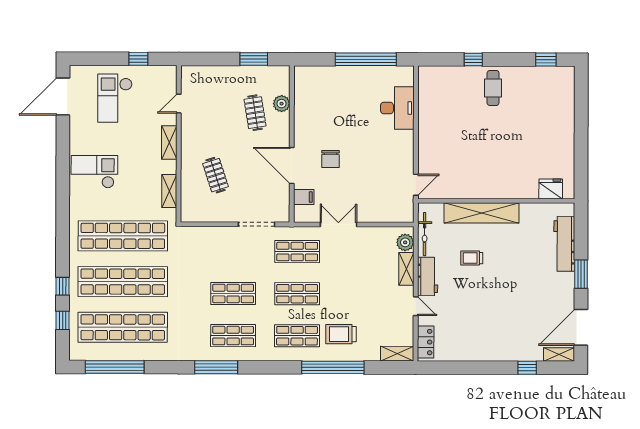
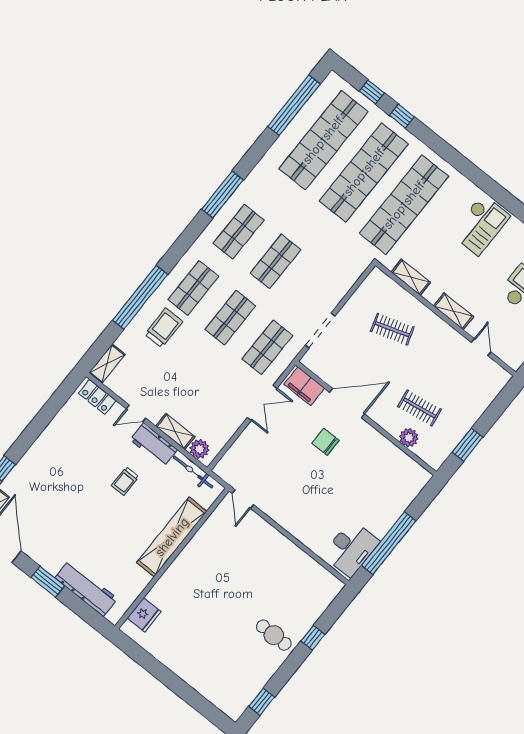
desk: (397, 108) -> (351, 548), moved, turned -90
filing cabinet: (304, 197) -> (304, 386), width x2.00
trolley: (472, 258) -> (125, 481), moved, turned 180

